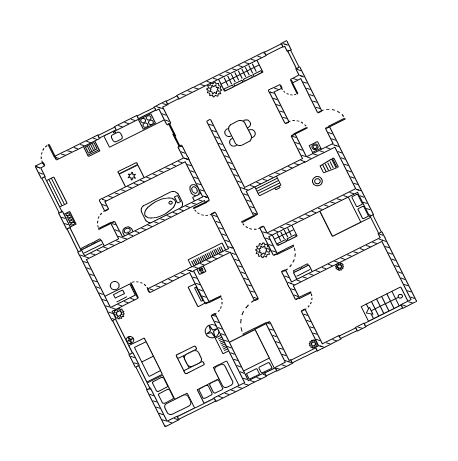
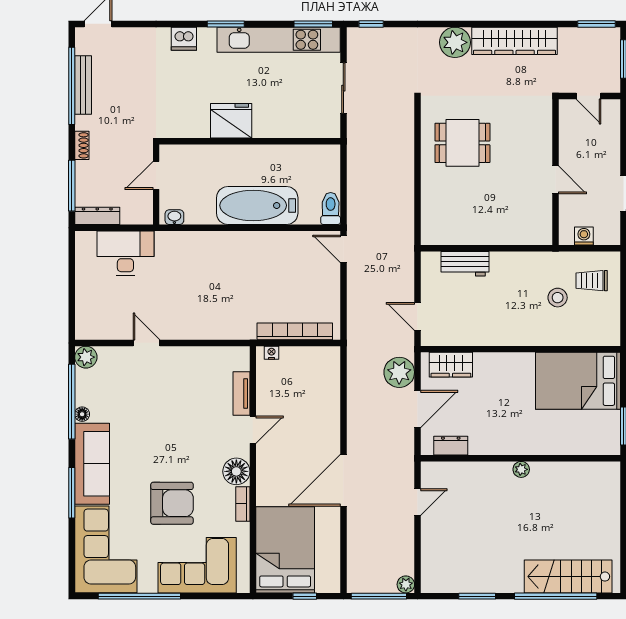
desk: (118, 292) -> (125, 253), moved, turned 180

